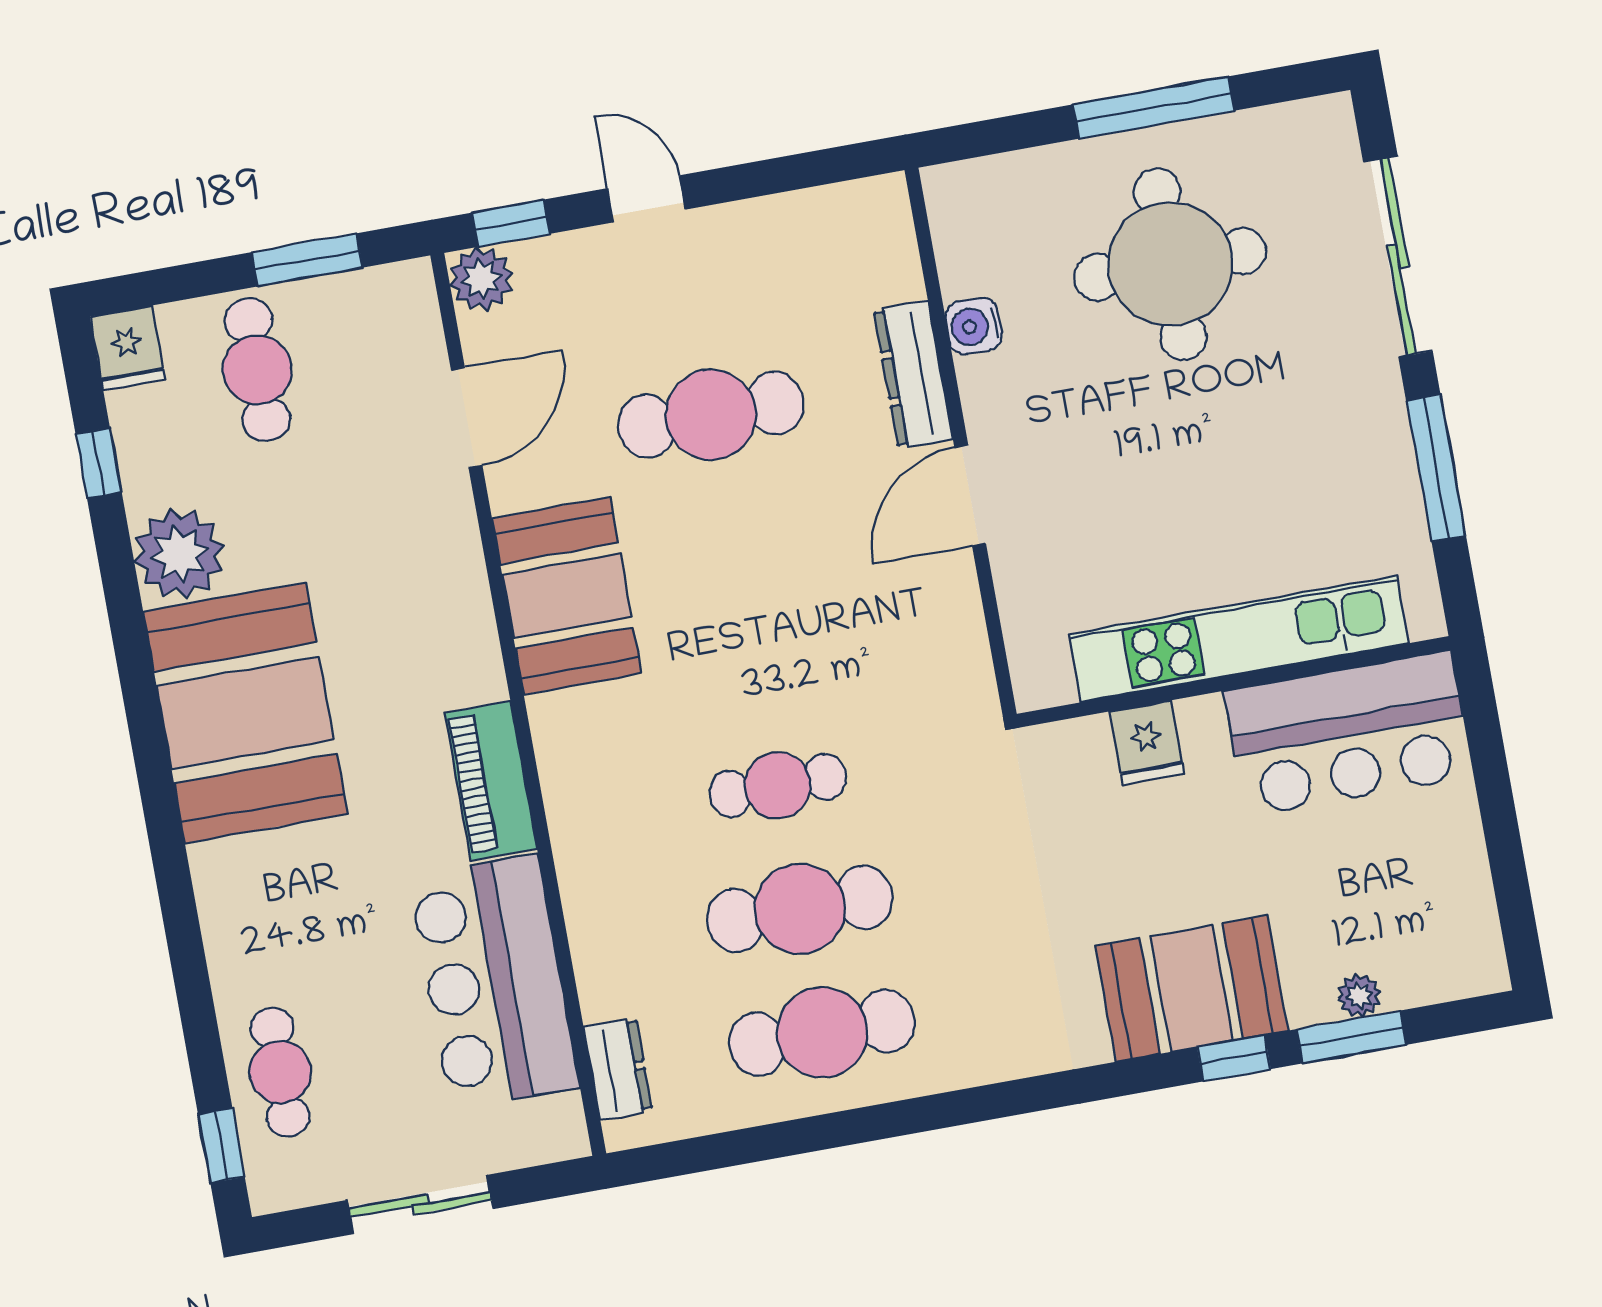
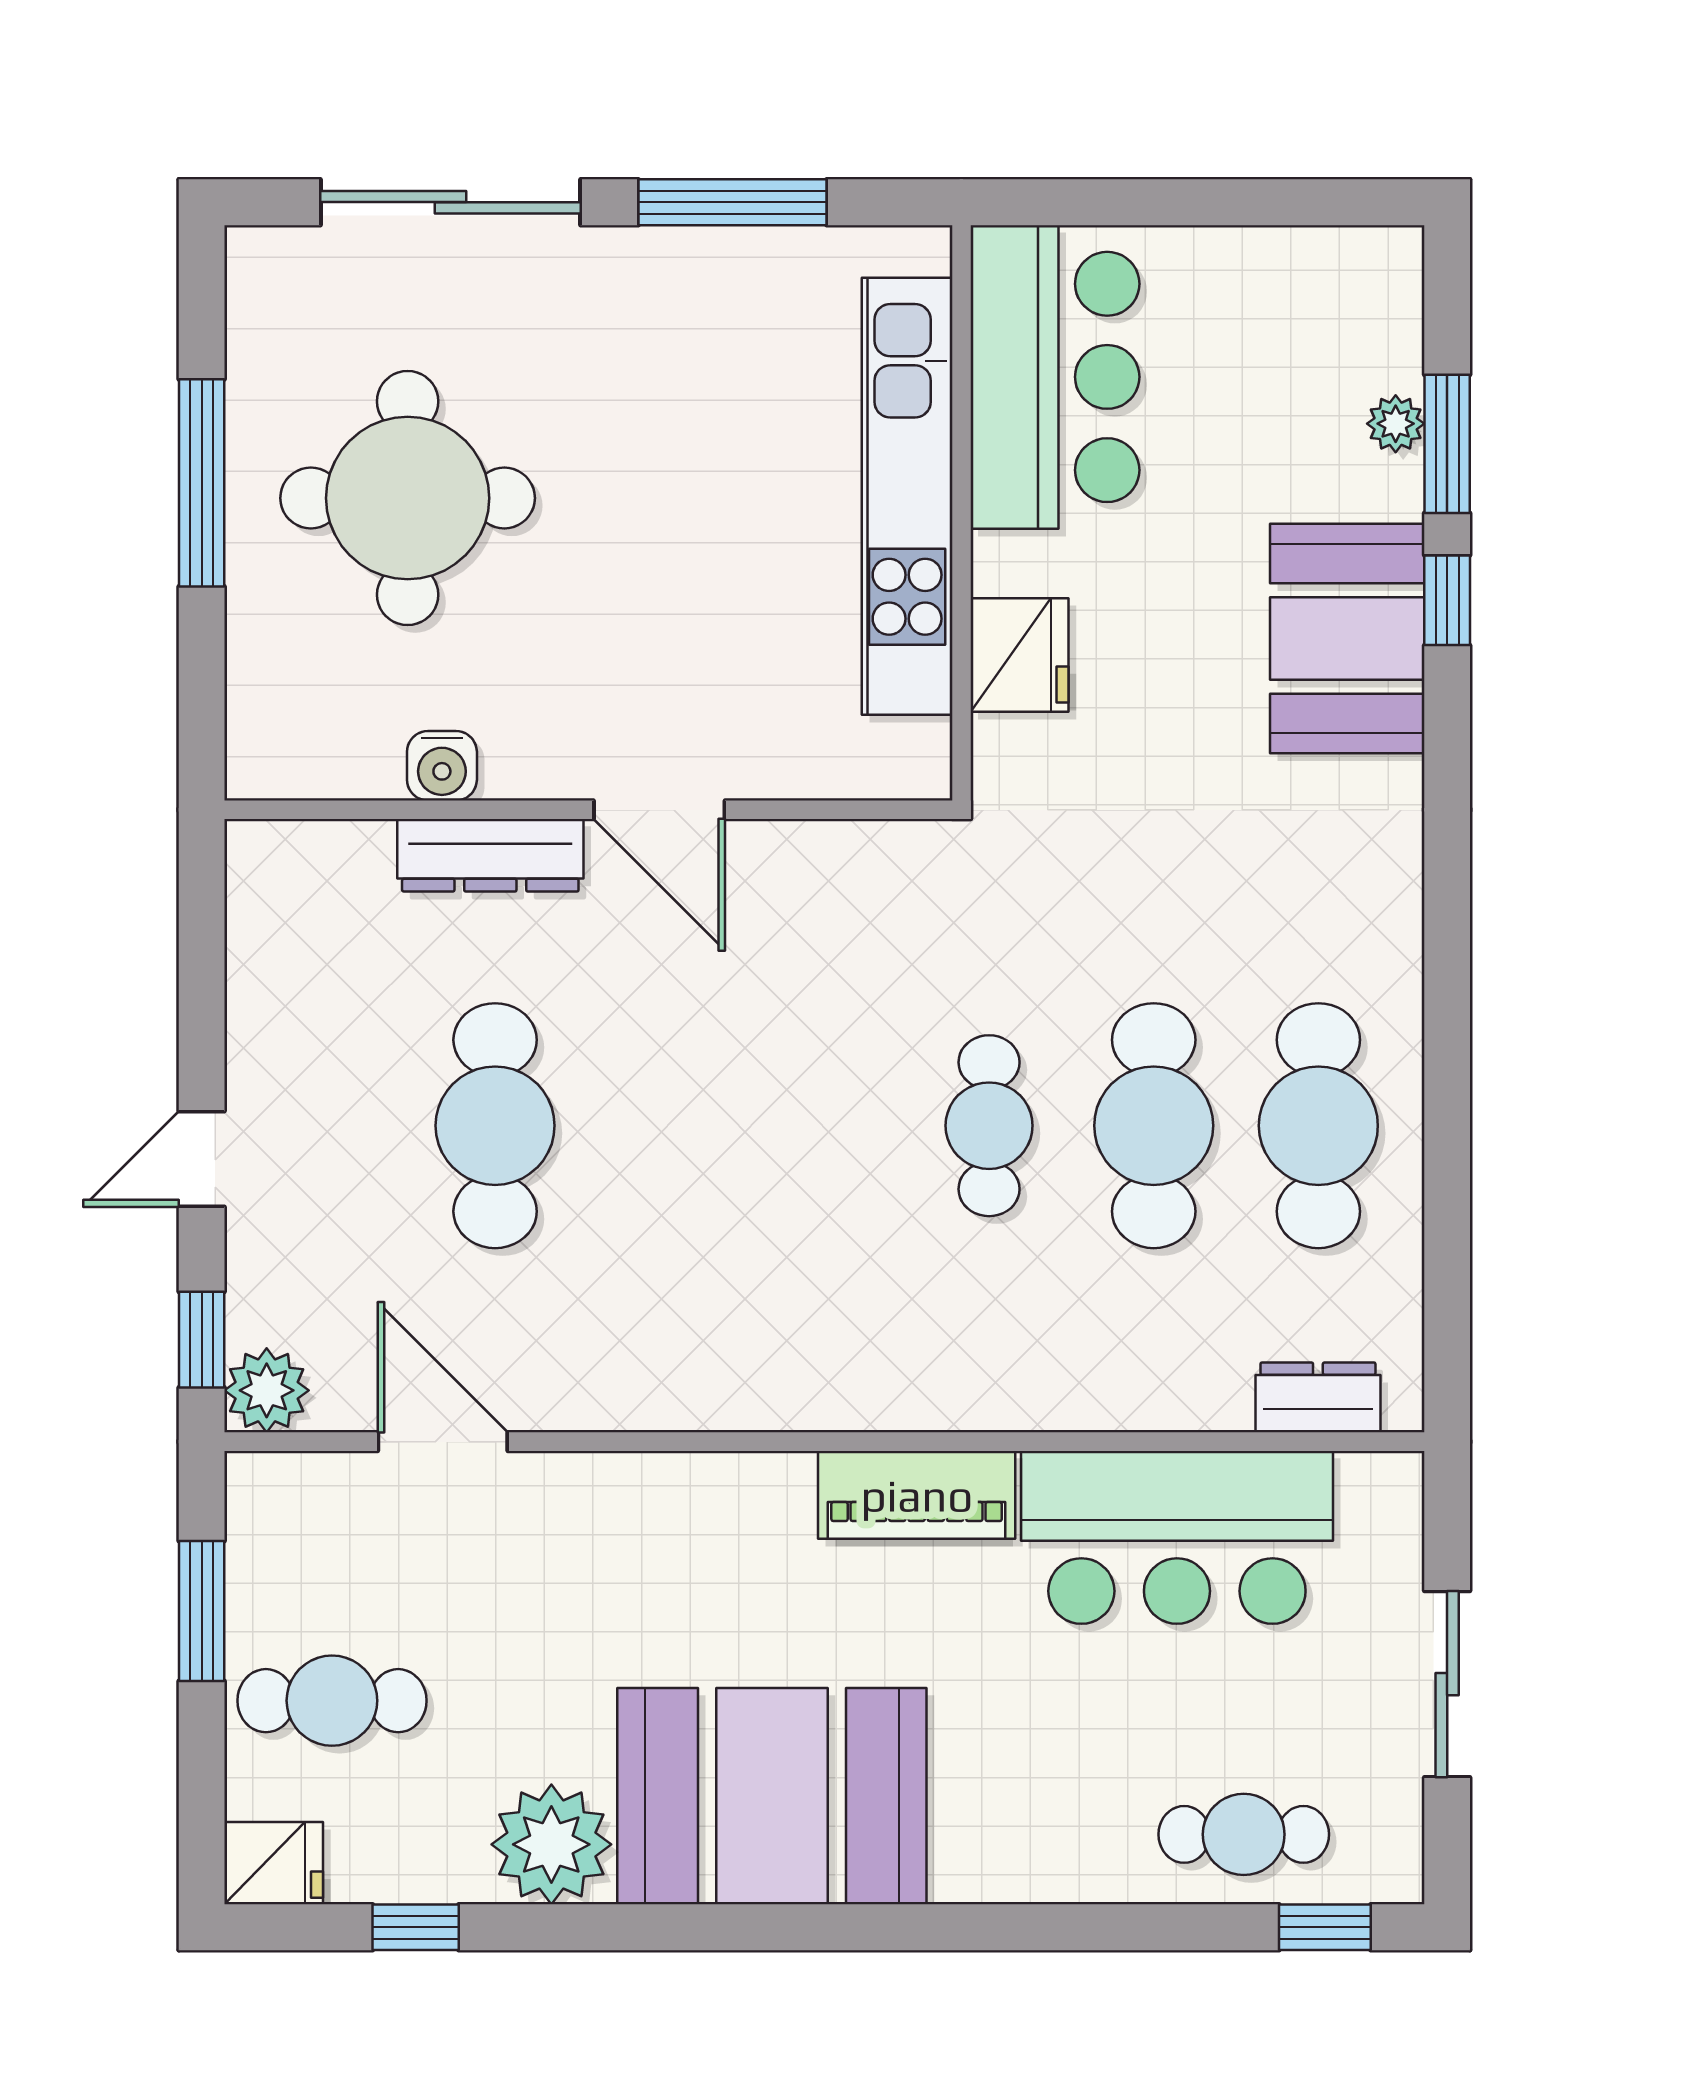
booth: (567, 596) -> (695, 1354), removed
fridge: (1147, 742) -> (1020, 655), width x1.38

